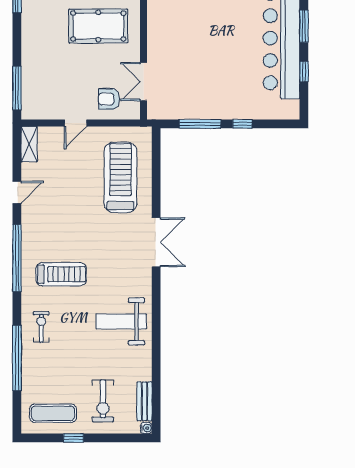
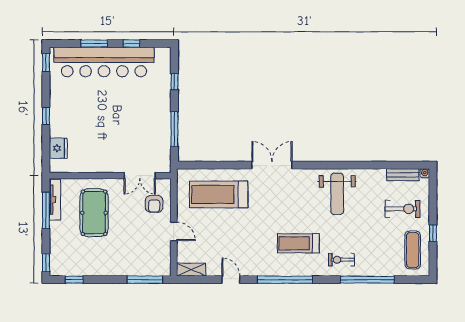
window: (242, 124) -> (174, 82), moved
treadmill: (61, 274) -> (298, 243), turned -90

